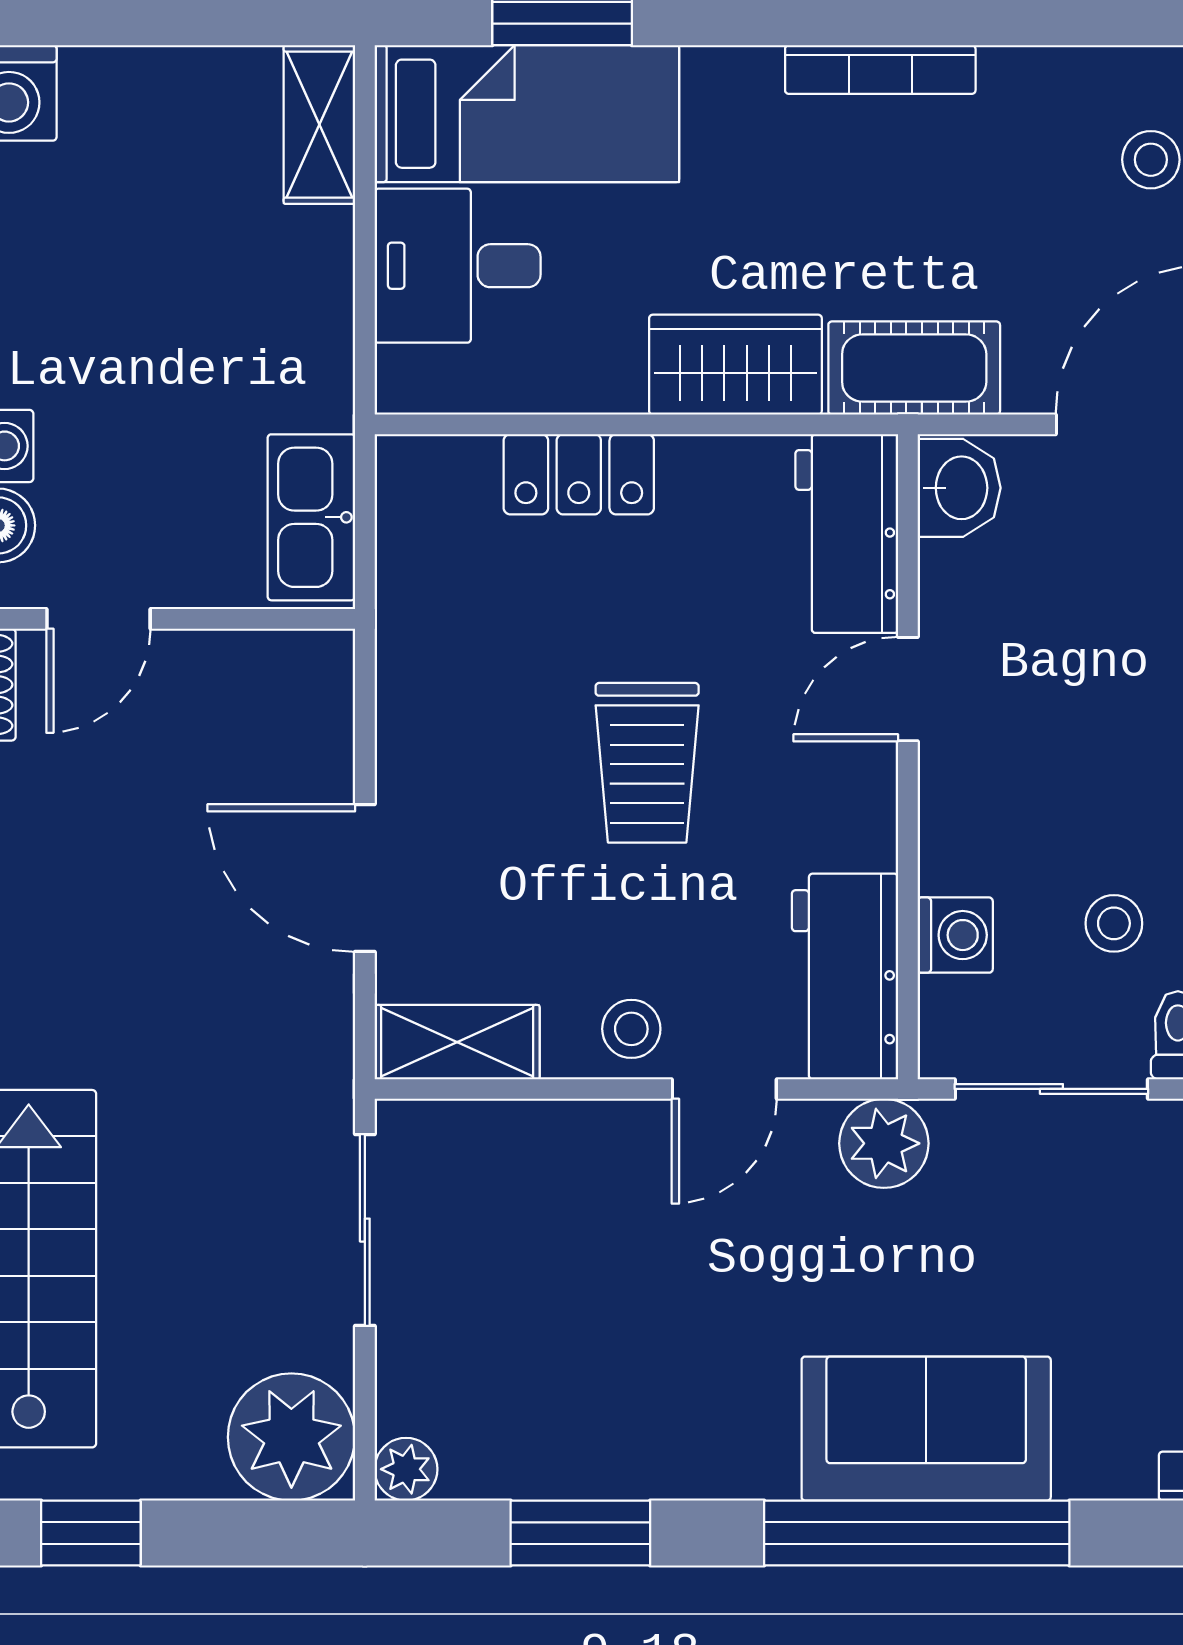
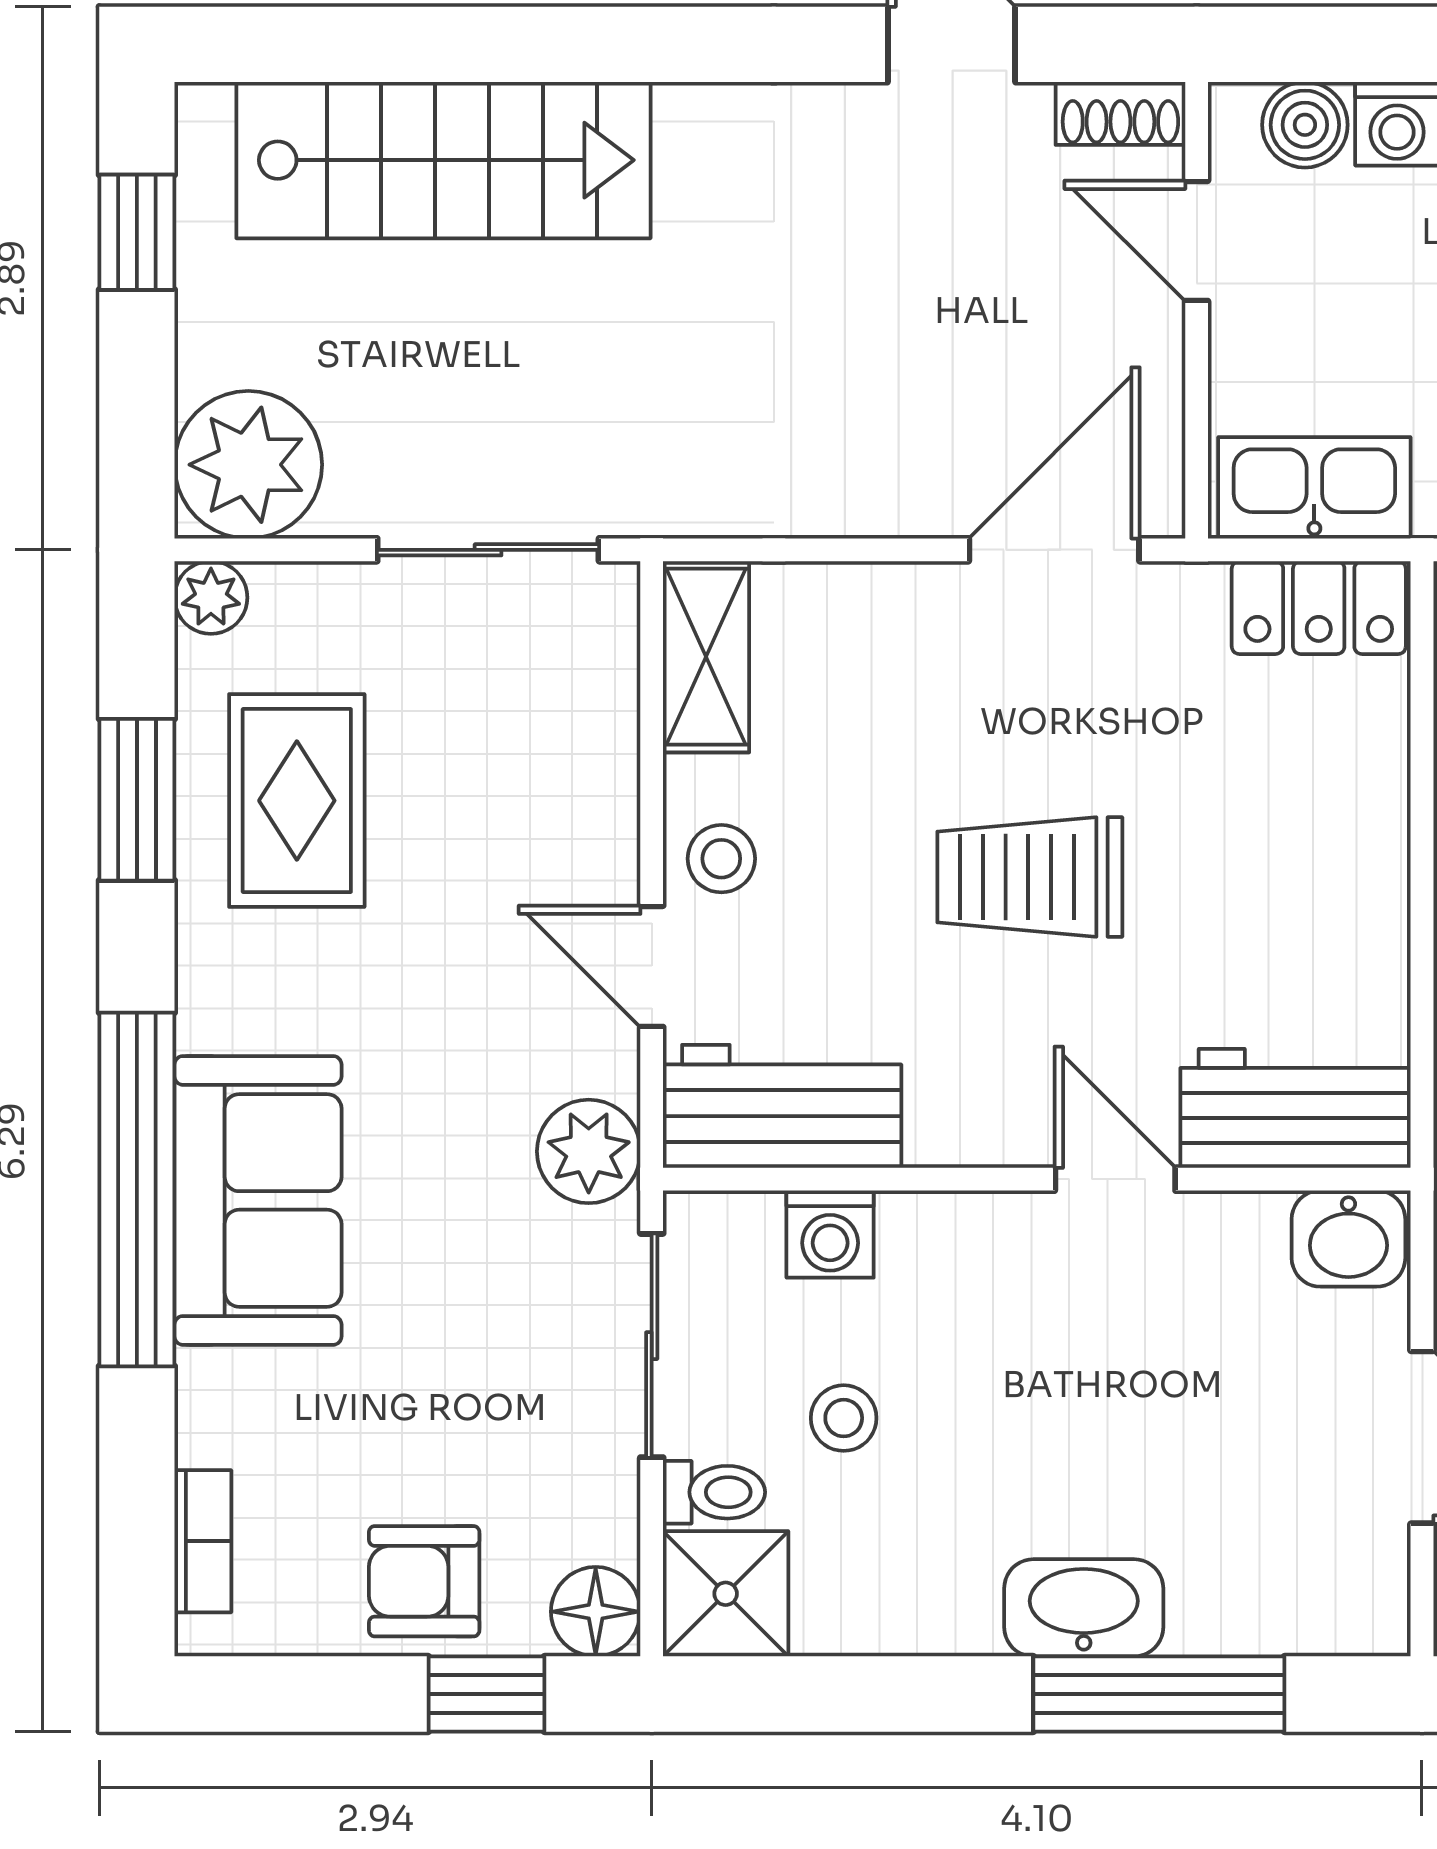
locker: (579, 474) -> (1319, 608), moved, turned -90
door: (365, 878) -> (1054, 550), moved
rug: (581, 1395) -> (297, 801), added

